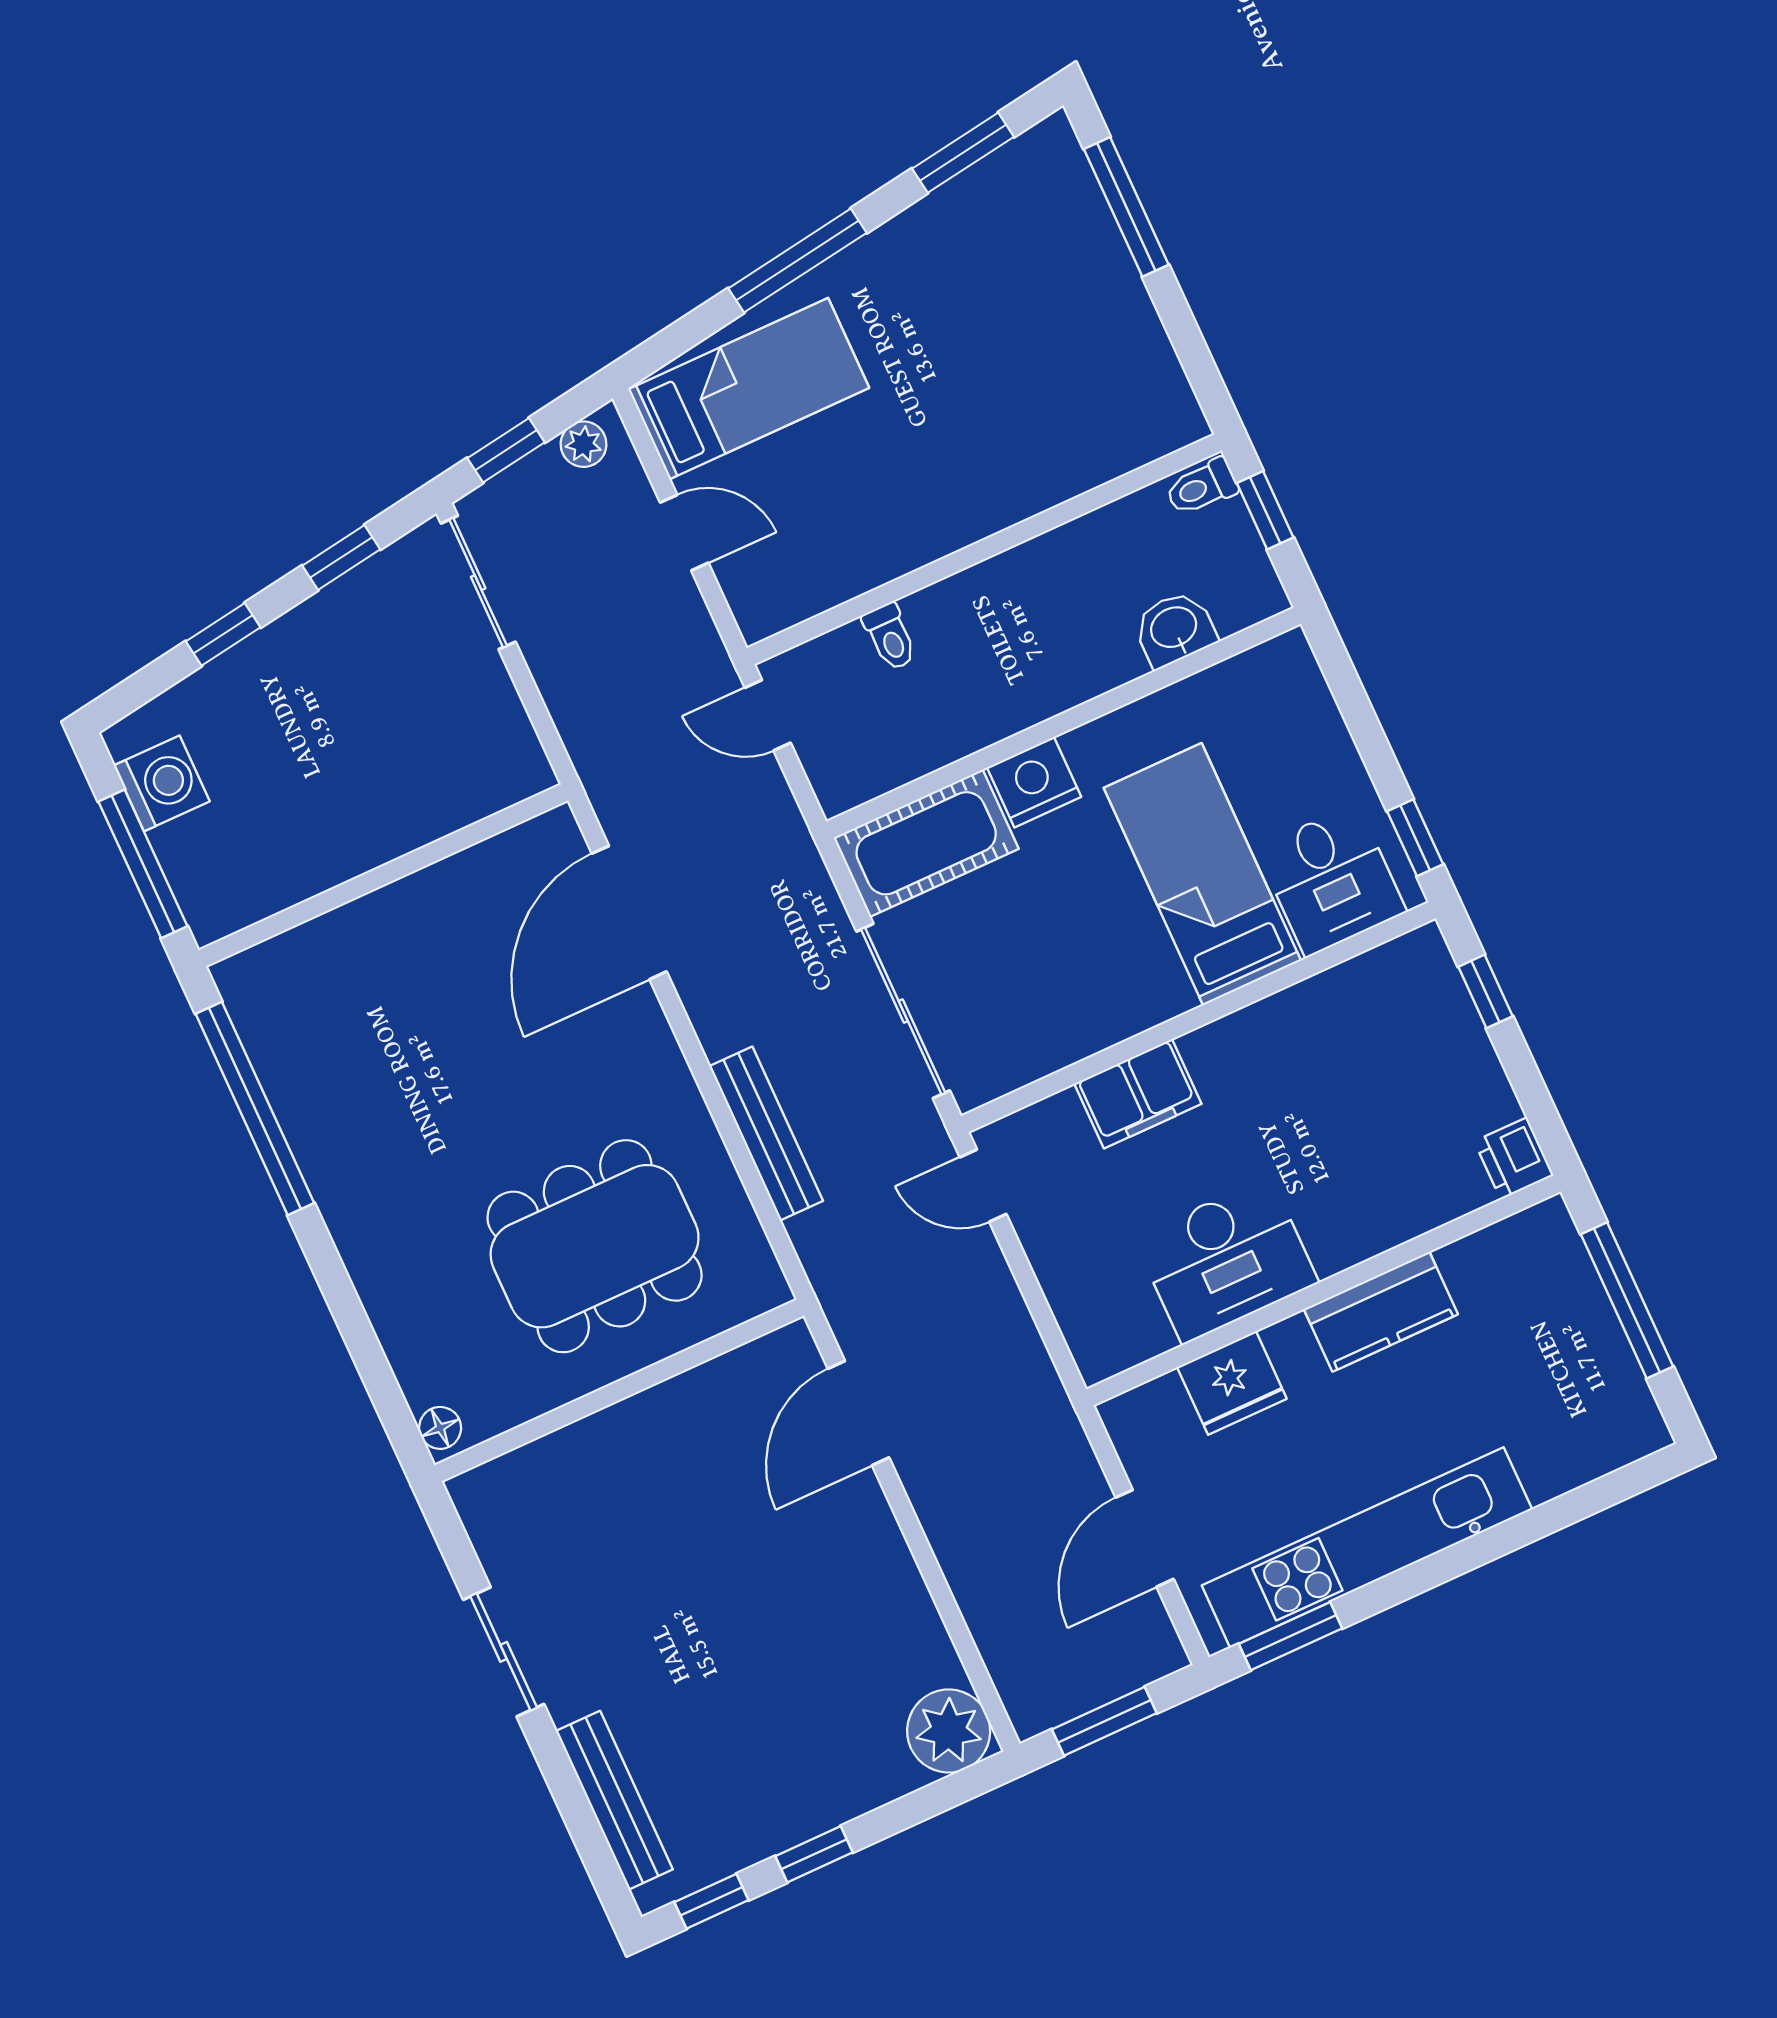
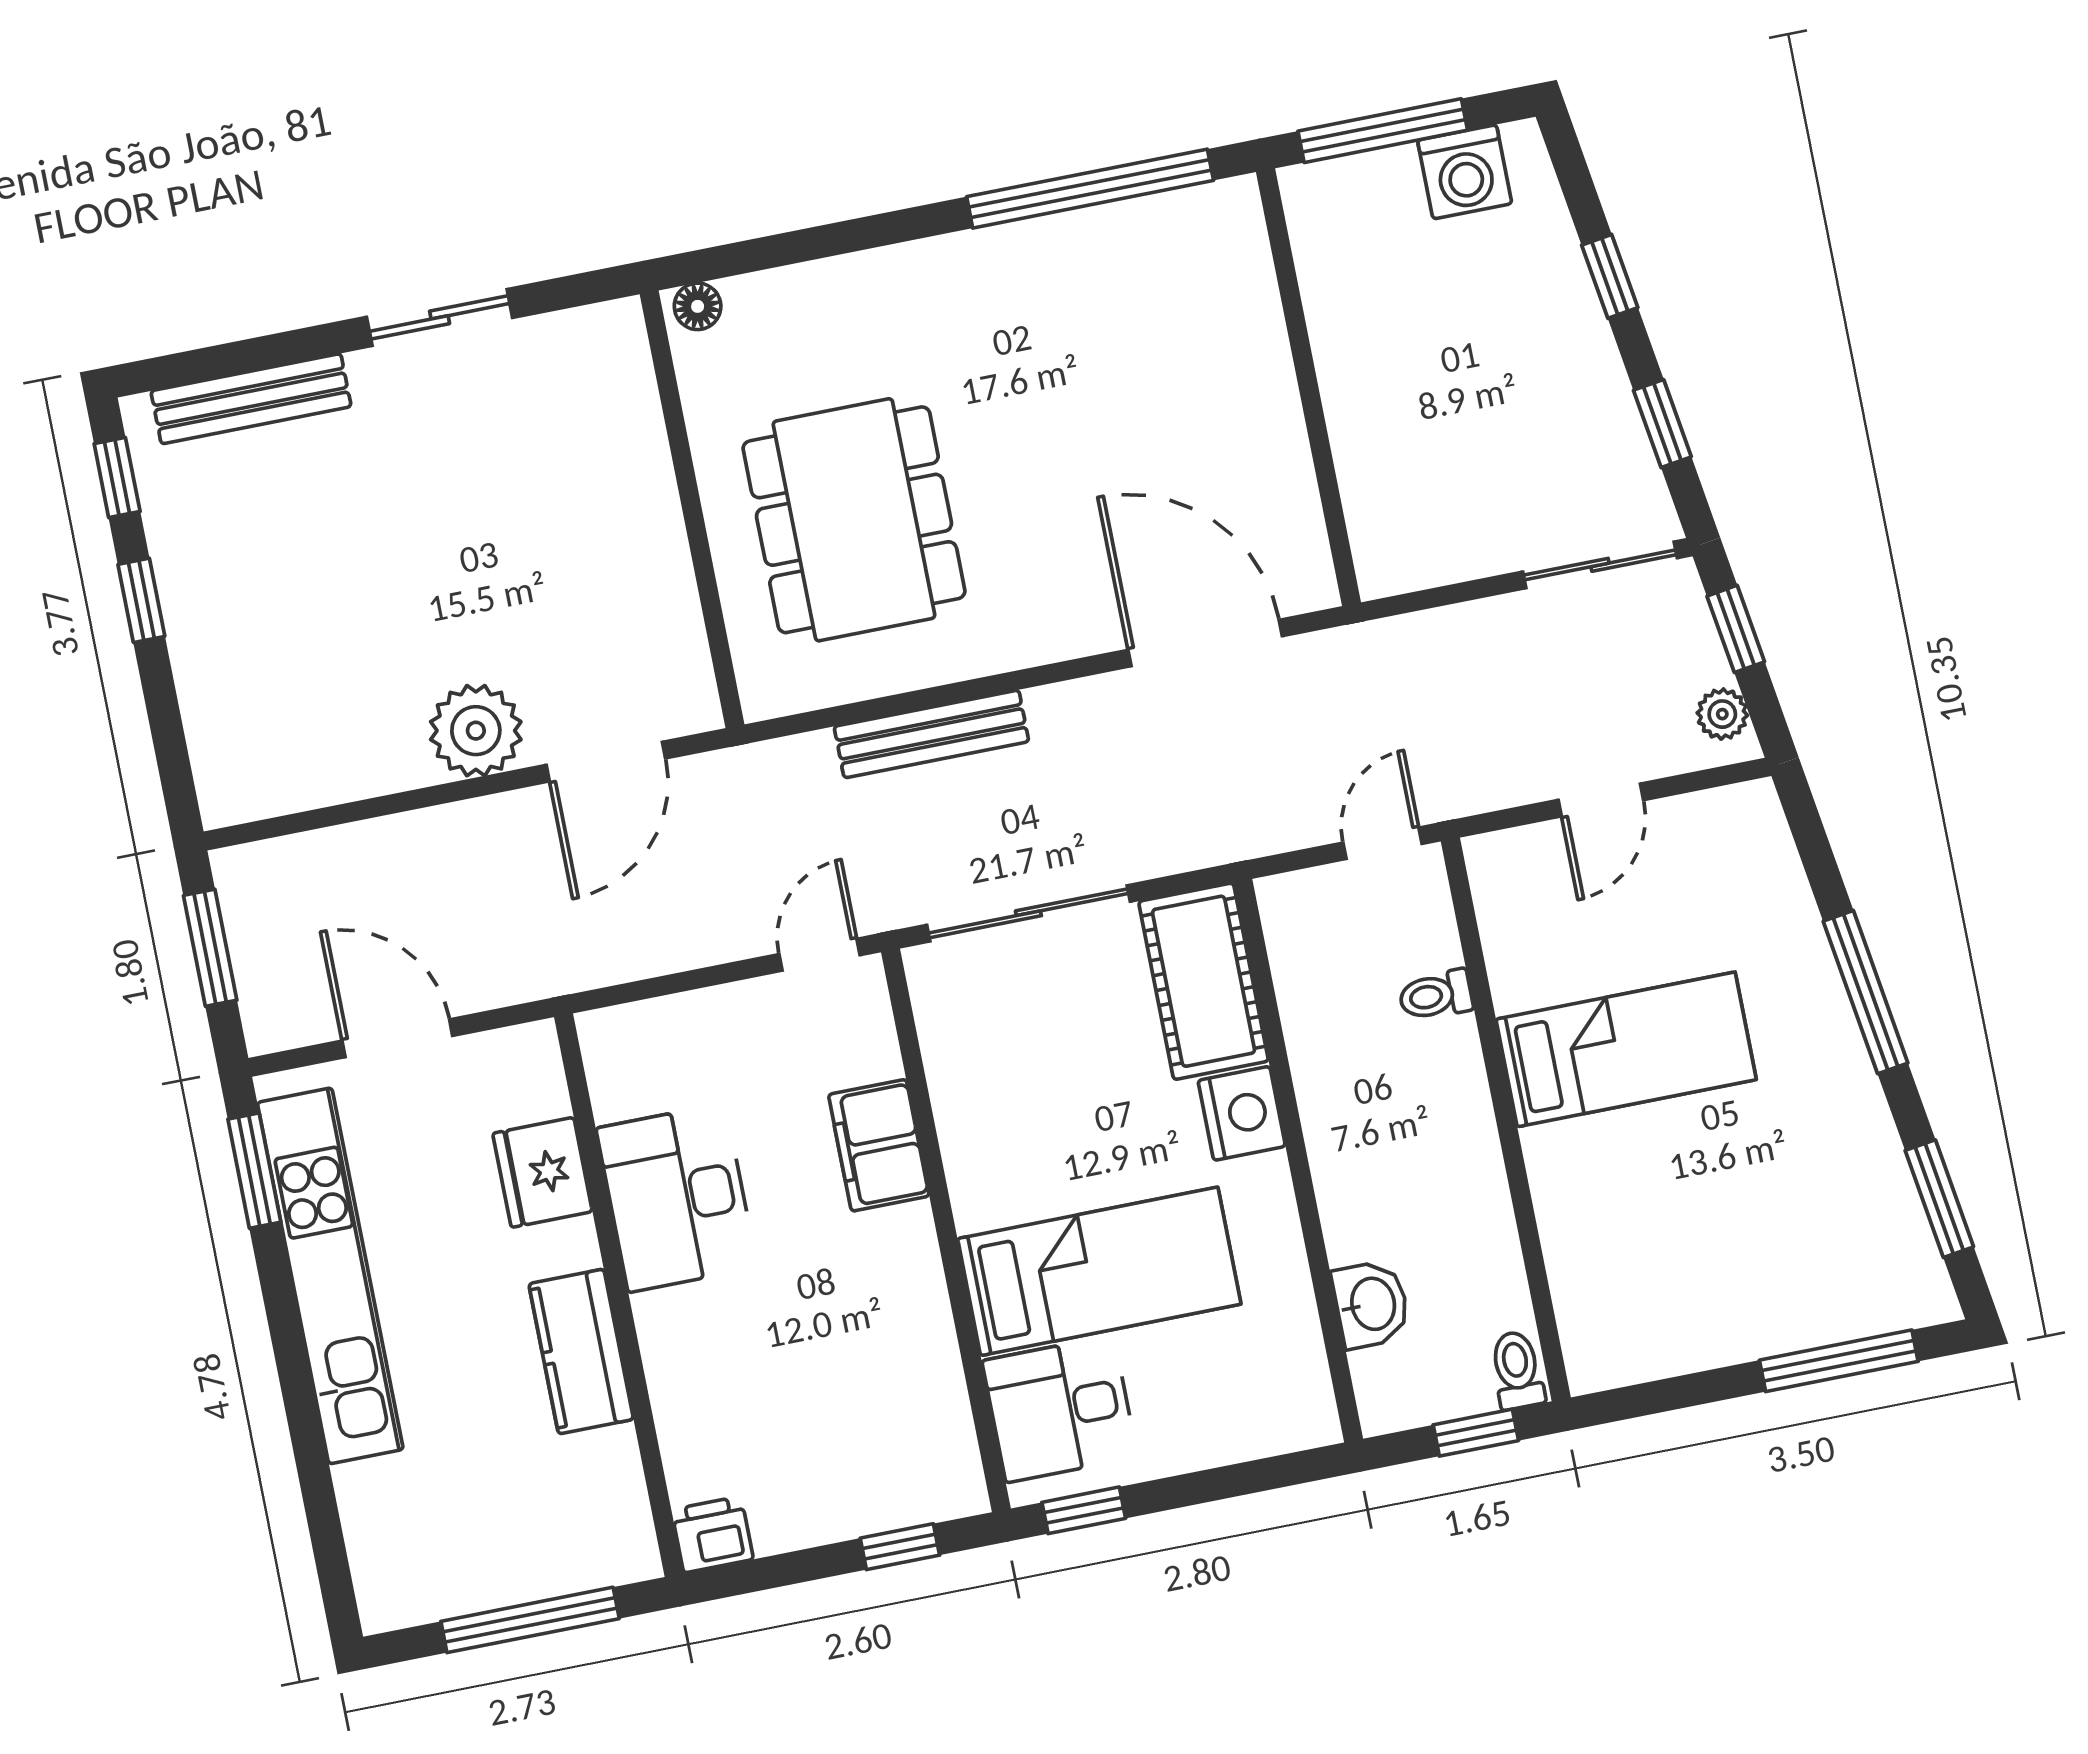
bed: (749, 389) -> (1626, 1049), moved, turned -90
door: (858, 1413) -> (606, 762), swing flipped
plant: (949, 1731) -> (476, 731), moved

